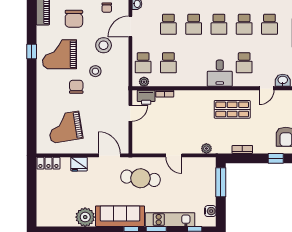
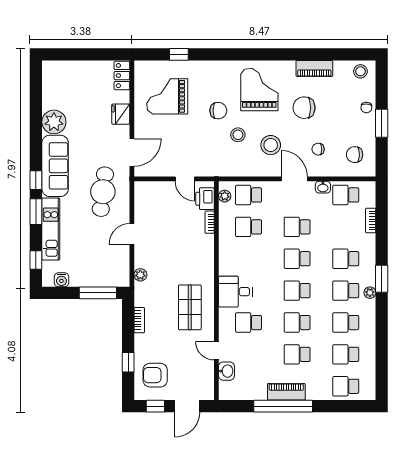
window: (32, 52) -> (179, 54), moved
grand piano: (65, 127) -> (167, 96), turned -81

